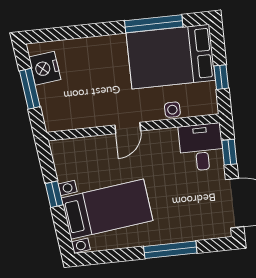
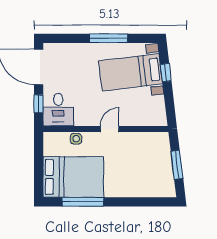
nightstand: (45, 68) -> (165, 178), removed
window: (221, 77) -> (39, 158), removed
window: (54, 194) -> (166, 73), moved
window: (170, 250) -> (108, 38), moved

